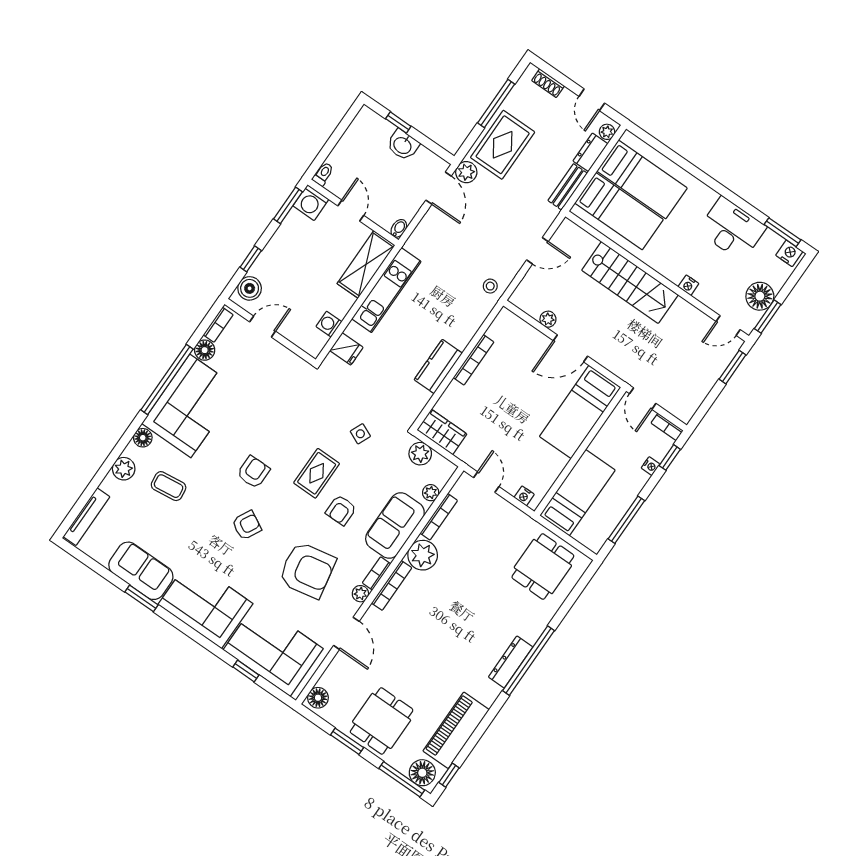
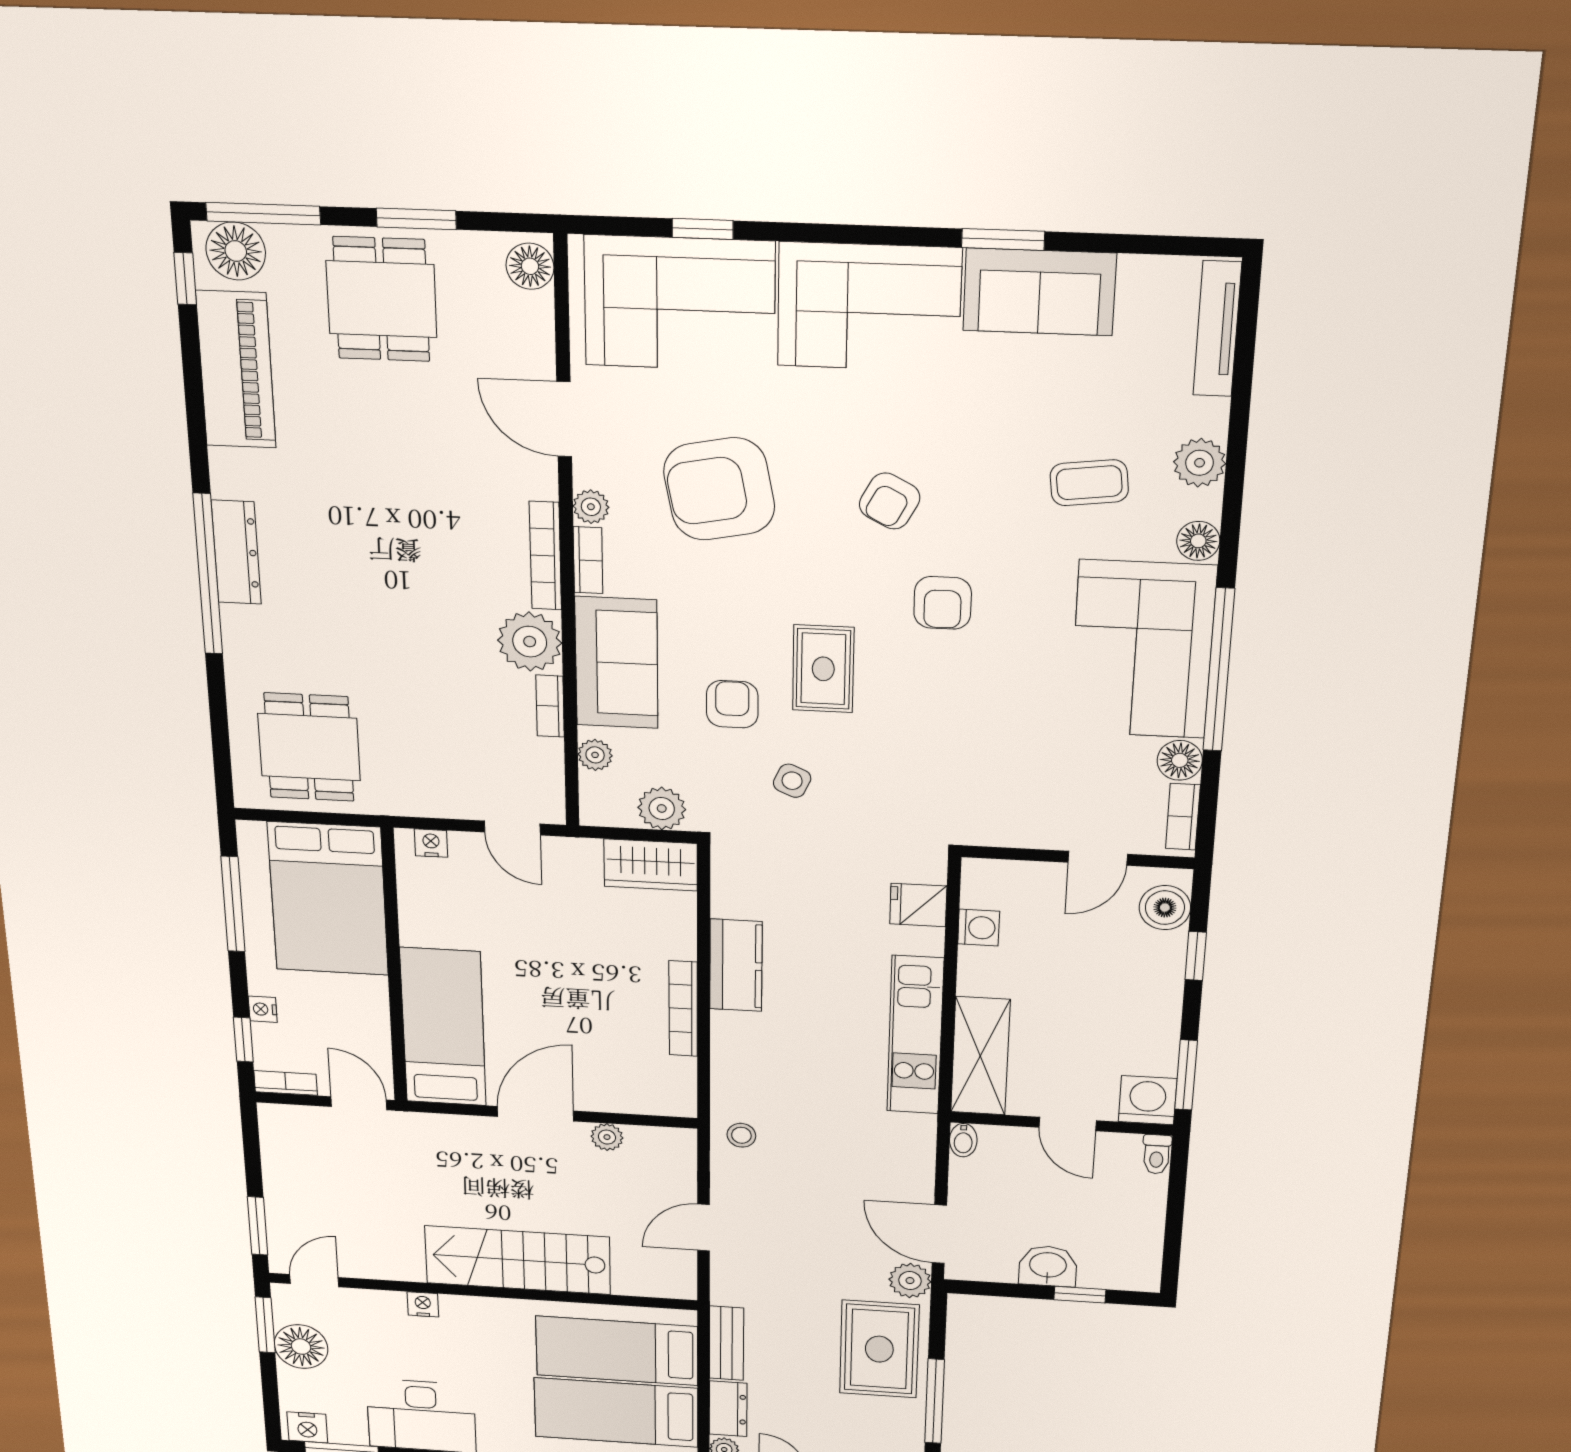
bed: (577, 493) -> (328, 899), width x1.50
armchair: (341, 510) -> (732, 704), moved
bookcase: (439, 517) -> (550, 706), width x0.64

